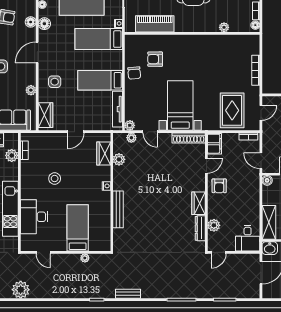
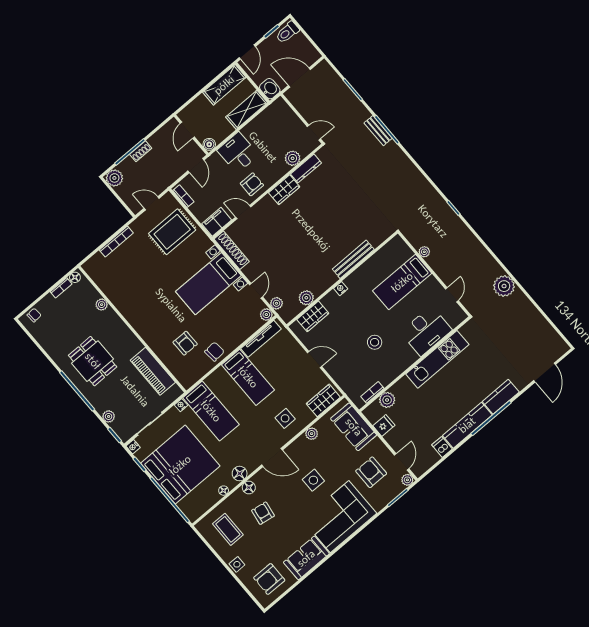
desk: (248, 238) -> (238, 153), moved, turned -90
bench: (128, 294) -> (378, 131), moved

